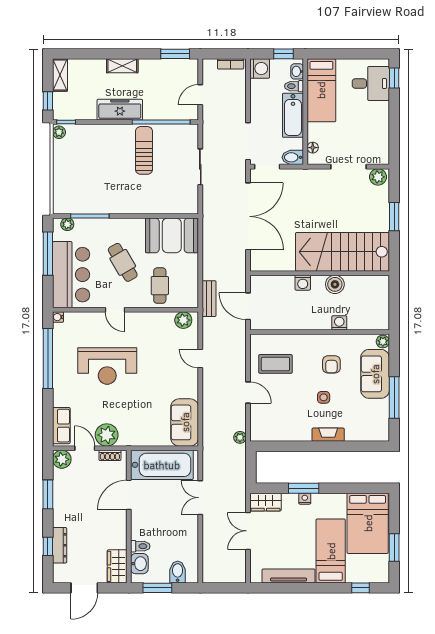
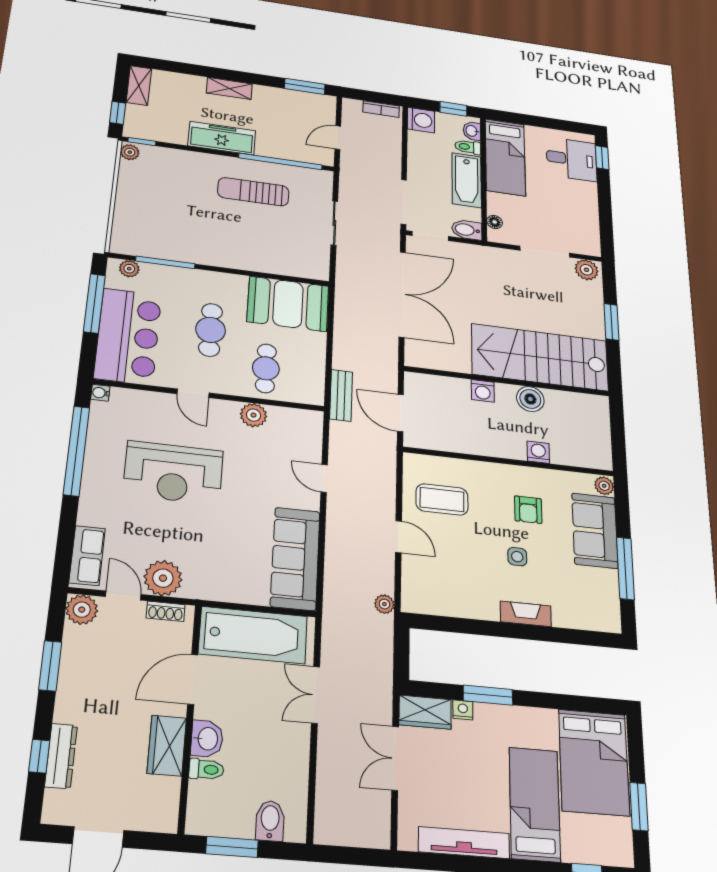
sun lounger: (144, 150) -> (253, 192), turned -90
cafe table: (123, 262) -> (211, 330), turned 30
plant: (183, 320) -> (253, 415), moved
sofa: (185, 422) -> (295, 559), width x1.36
nightstand: (305, 499) -> (463, 710), moved
washbasin: (139, 564) -> (207, 739), moved
wardrobe: (117, 566) -> (167, 745), moved

